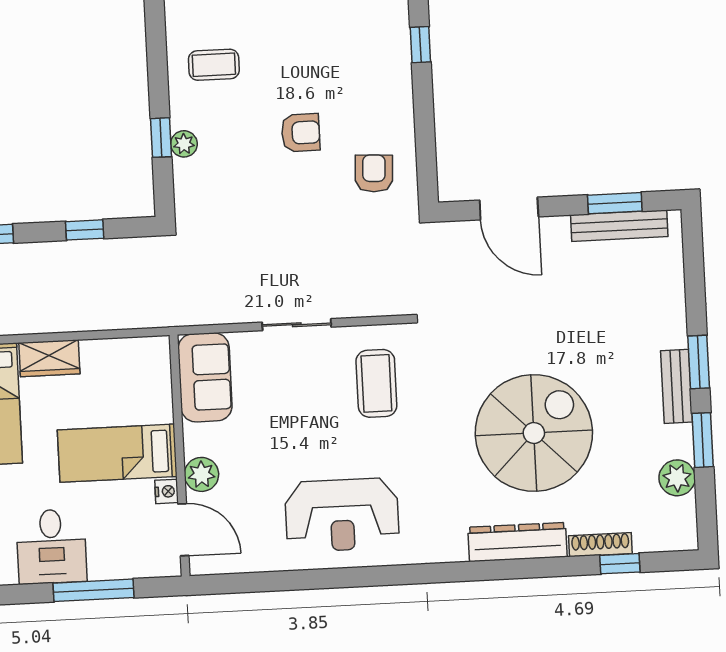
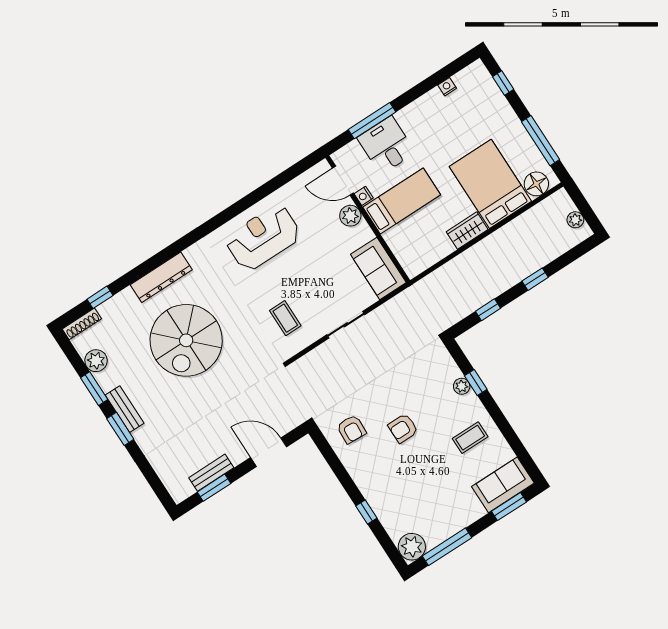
bench: (619, 226) -> (211, 473), width x0.73
coffee table: (376, 383) -> (285, 318), width x0.73, depth x0.77
shoe rack: (600, 545) -> (82, 324), moved
desk: (51, 546) -> (386, 145), moved

